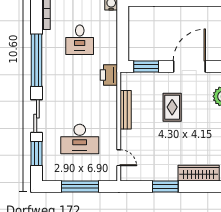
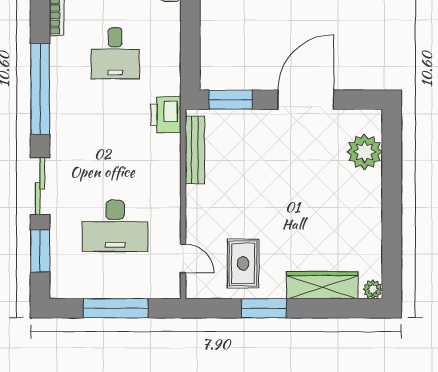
rug: (172, 107) -> (243, 263), moved
bench: (126, 110) -> (195, 150), moved

